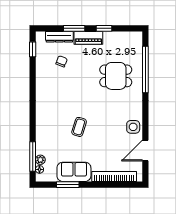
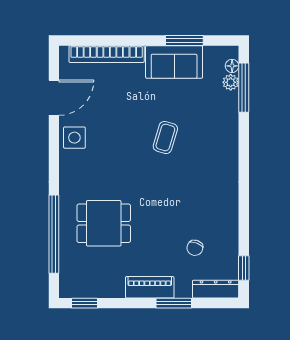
window: (104, 28) -> (85, 303), moved
dresser: (59, 37) -> (216, 289), moved

